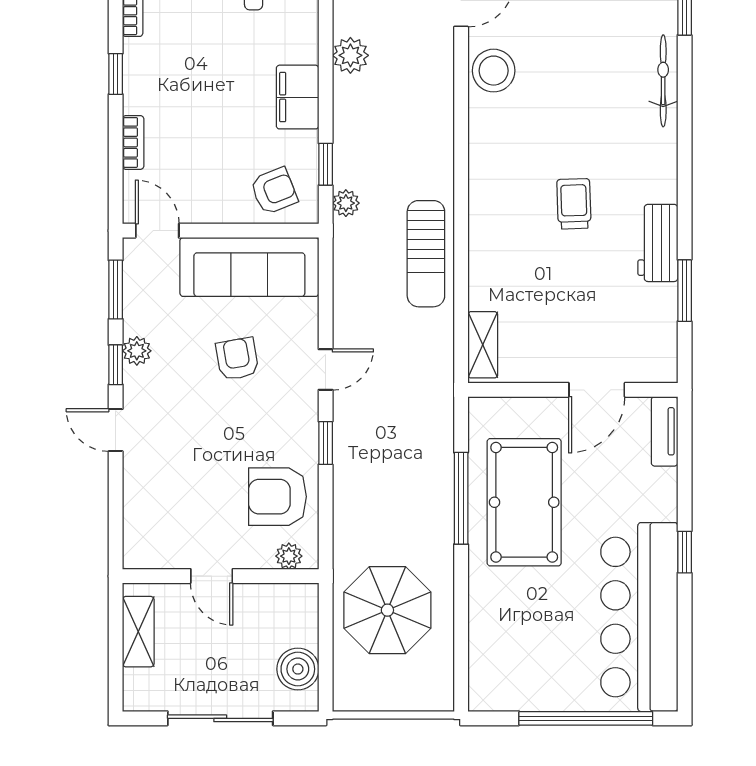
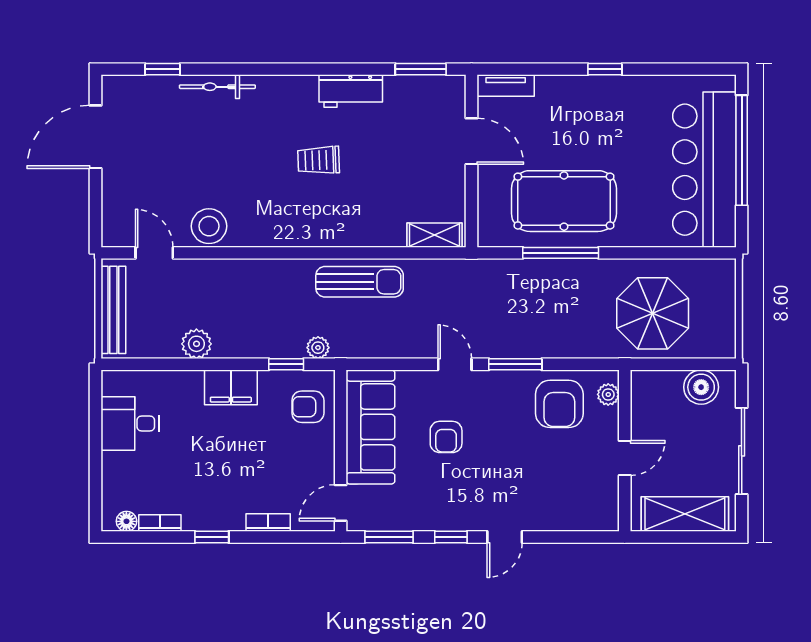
armchair: (274, 191) -> (308, 407), turned -68
window: (685, 291) -> (421, 69), moved
plant: (137, 351) -> (439, 520), removed
armchair: (237, 359) -> (446, 437), turned -80
window: (326, 443) -> (515, 364), width x1.50
bar counter: (639, 617) -> (704, 170), moved, turned 90
shelving: (138, 632) -> (685, 514), width x1.50, depth x1.33

